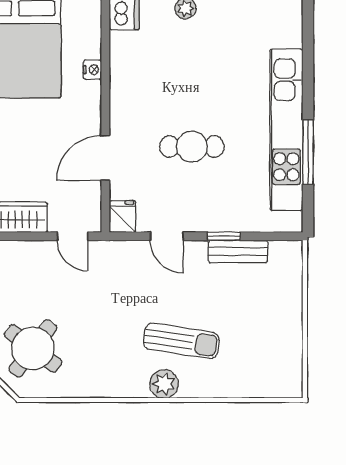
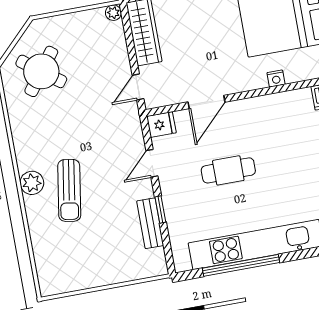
cafe table: (192, 147) -> (228, 170), turned 90
window: (308, 152) -> (241, 265), width x1.46
door: (105, 158) -> (206, 102), swing flipped

